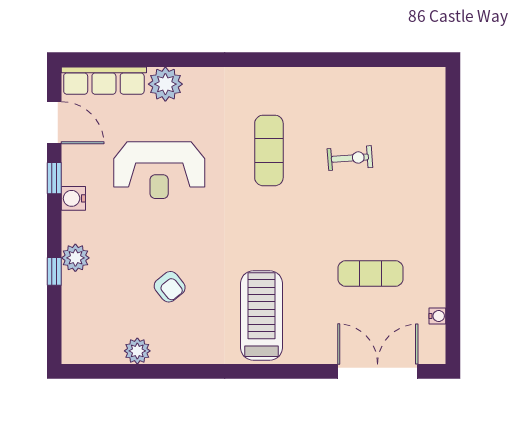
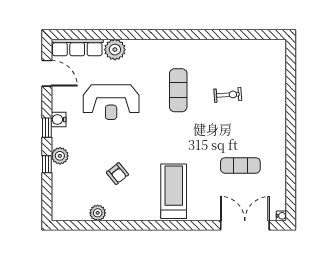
window: (54, 178) -> (47, 128), moved
water cooler: (437, 316) -> (281, 216), moved

